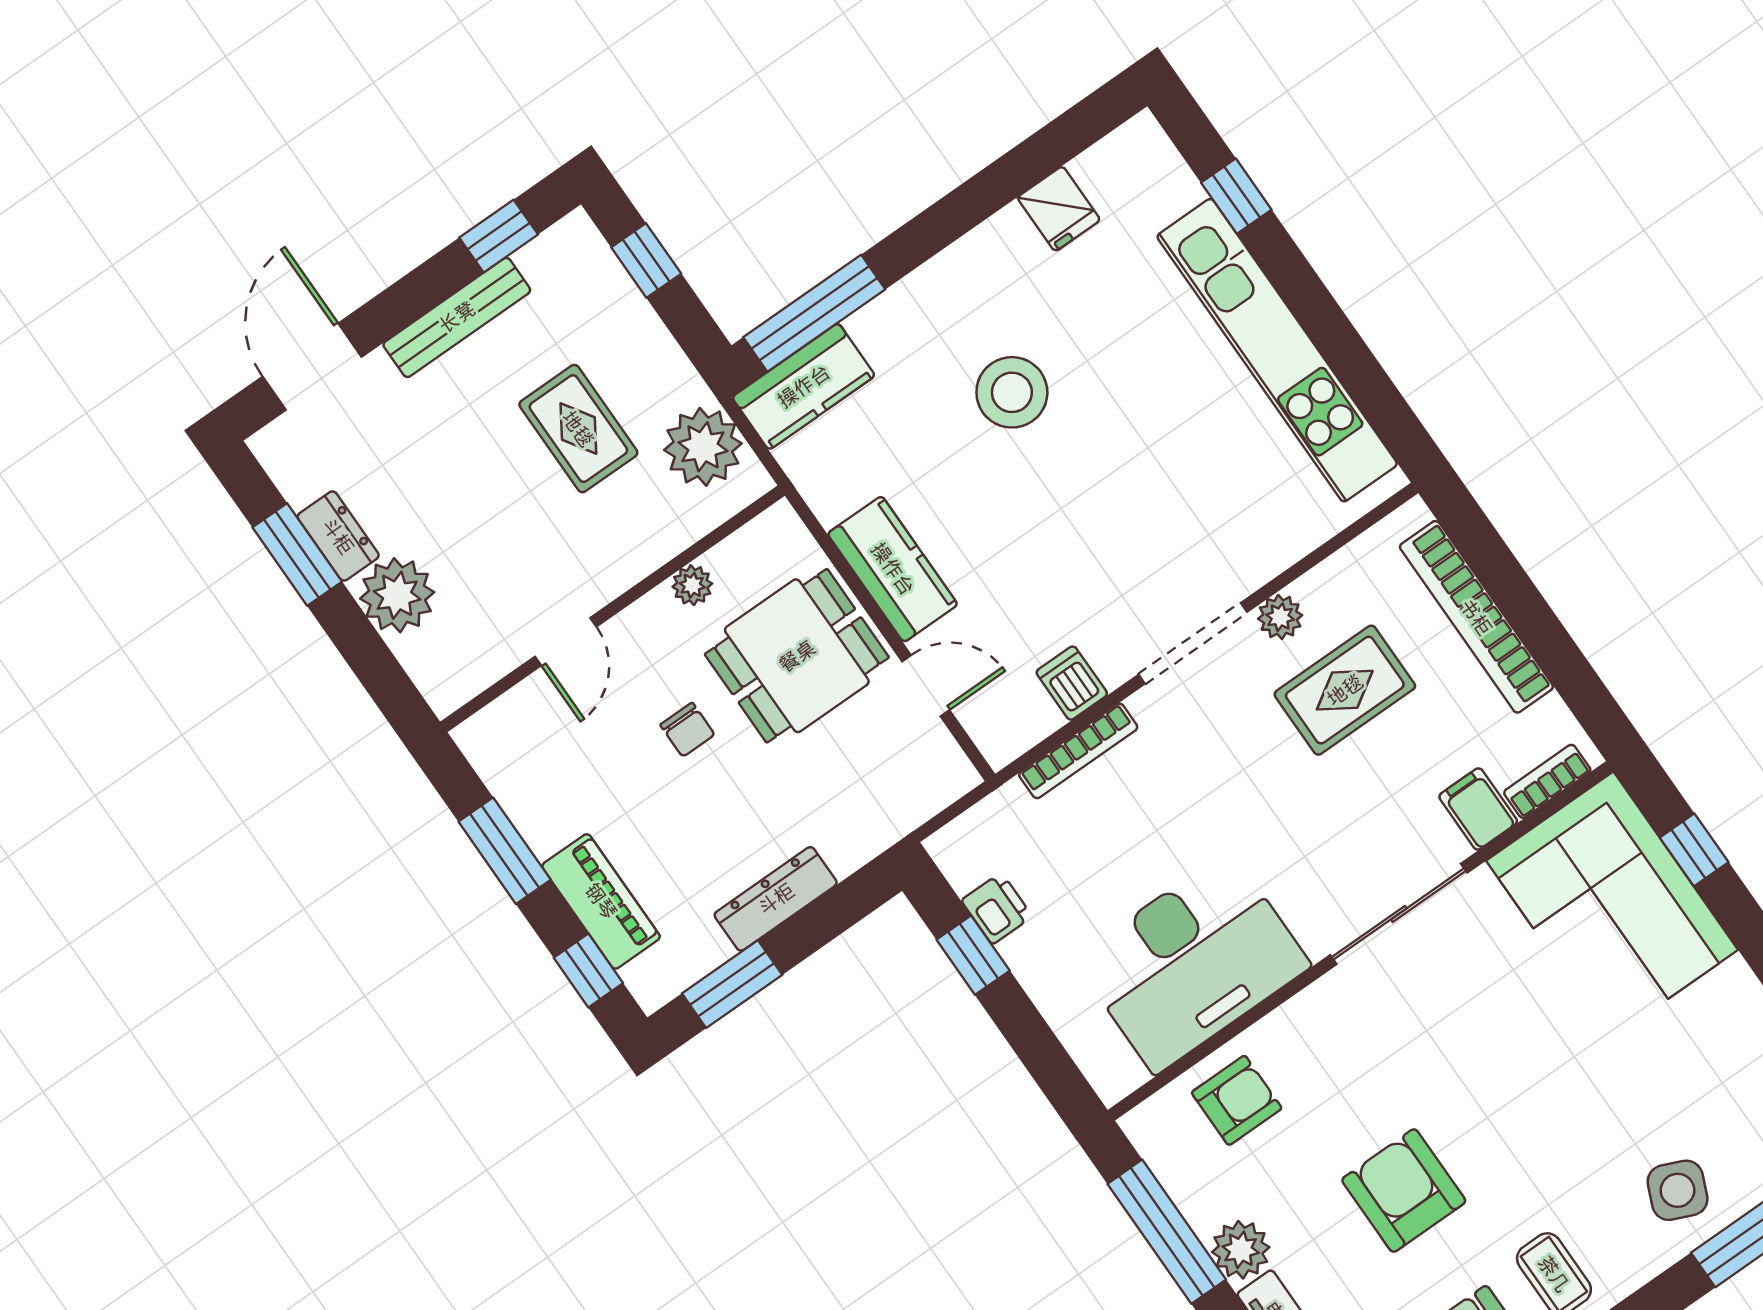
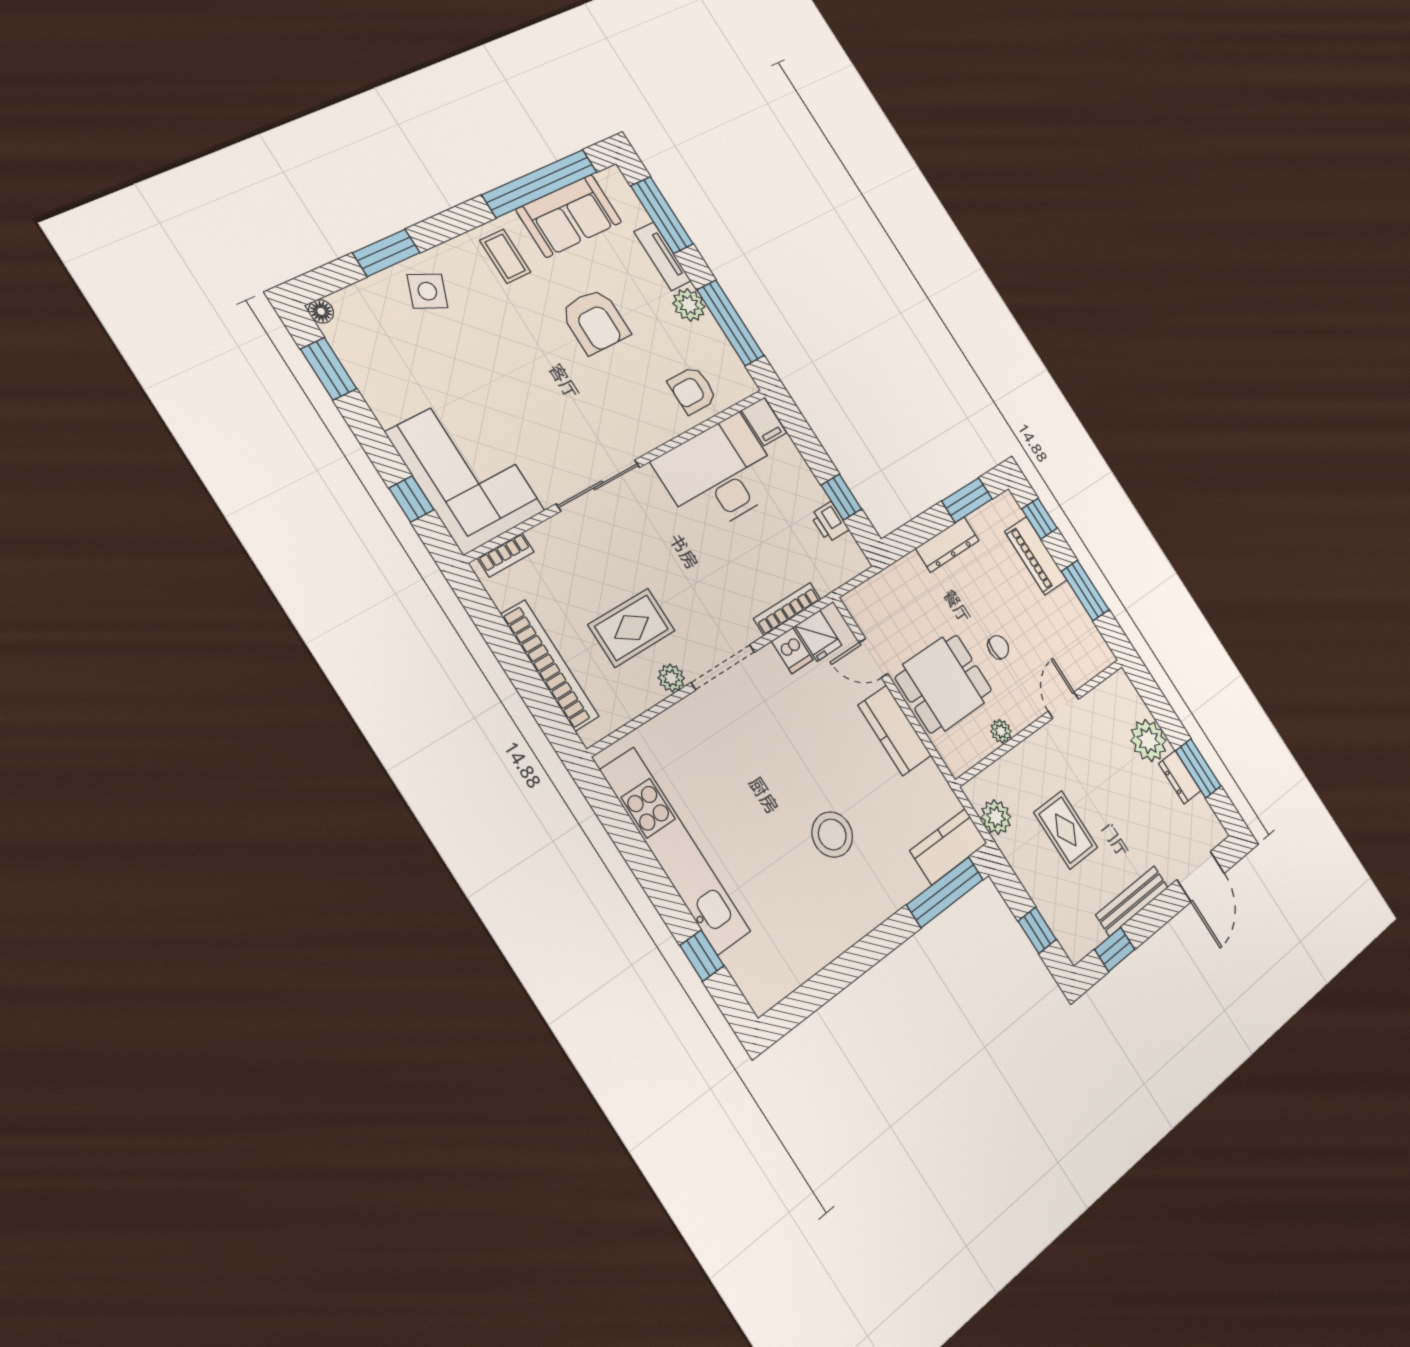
fridge: (1059, 209) -> (818, 636), moved, turned 180
plant: (703, 447) -> (996, 817), width x0.73, depth x0.73
chair: (687, 730) -> (998, 647), turned 90
filing cabinet: (1478, 809) -> (764, 422), moved

